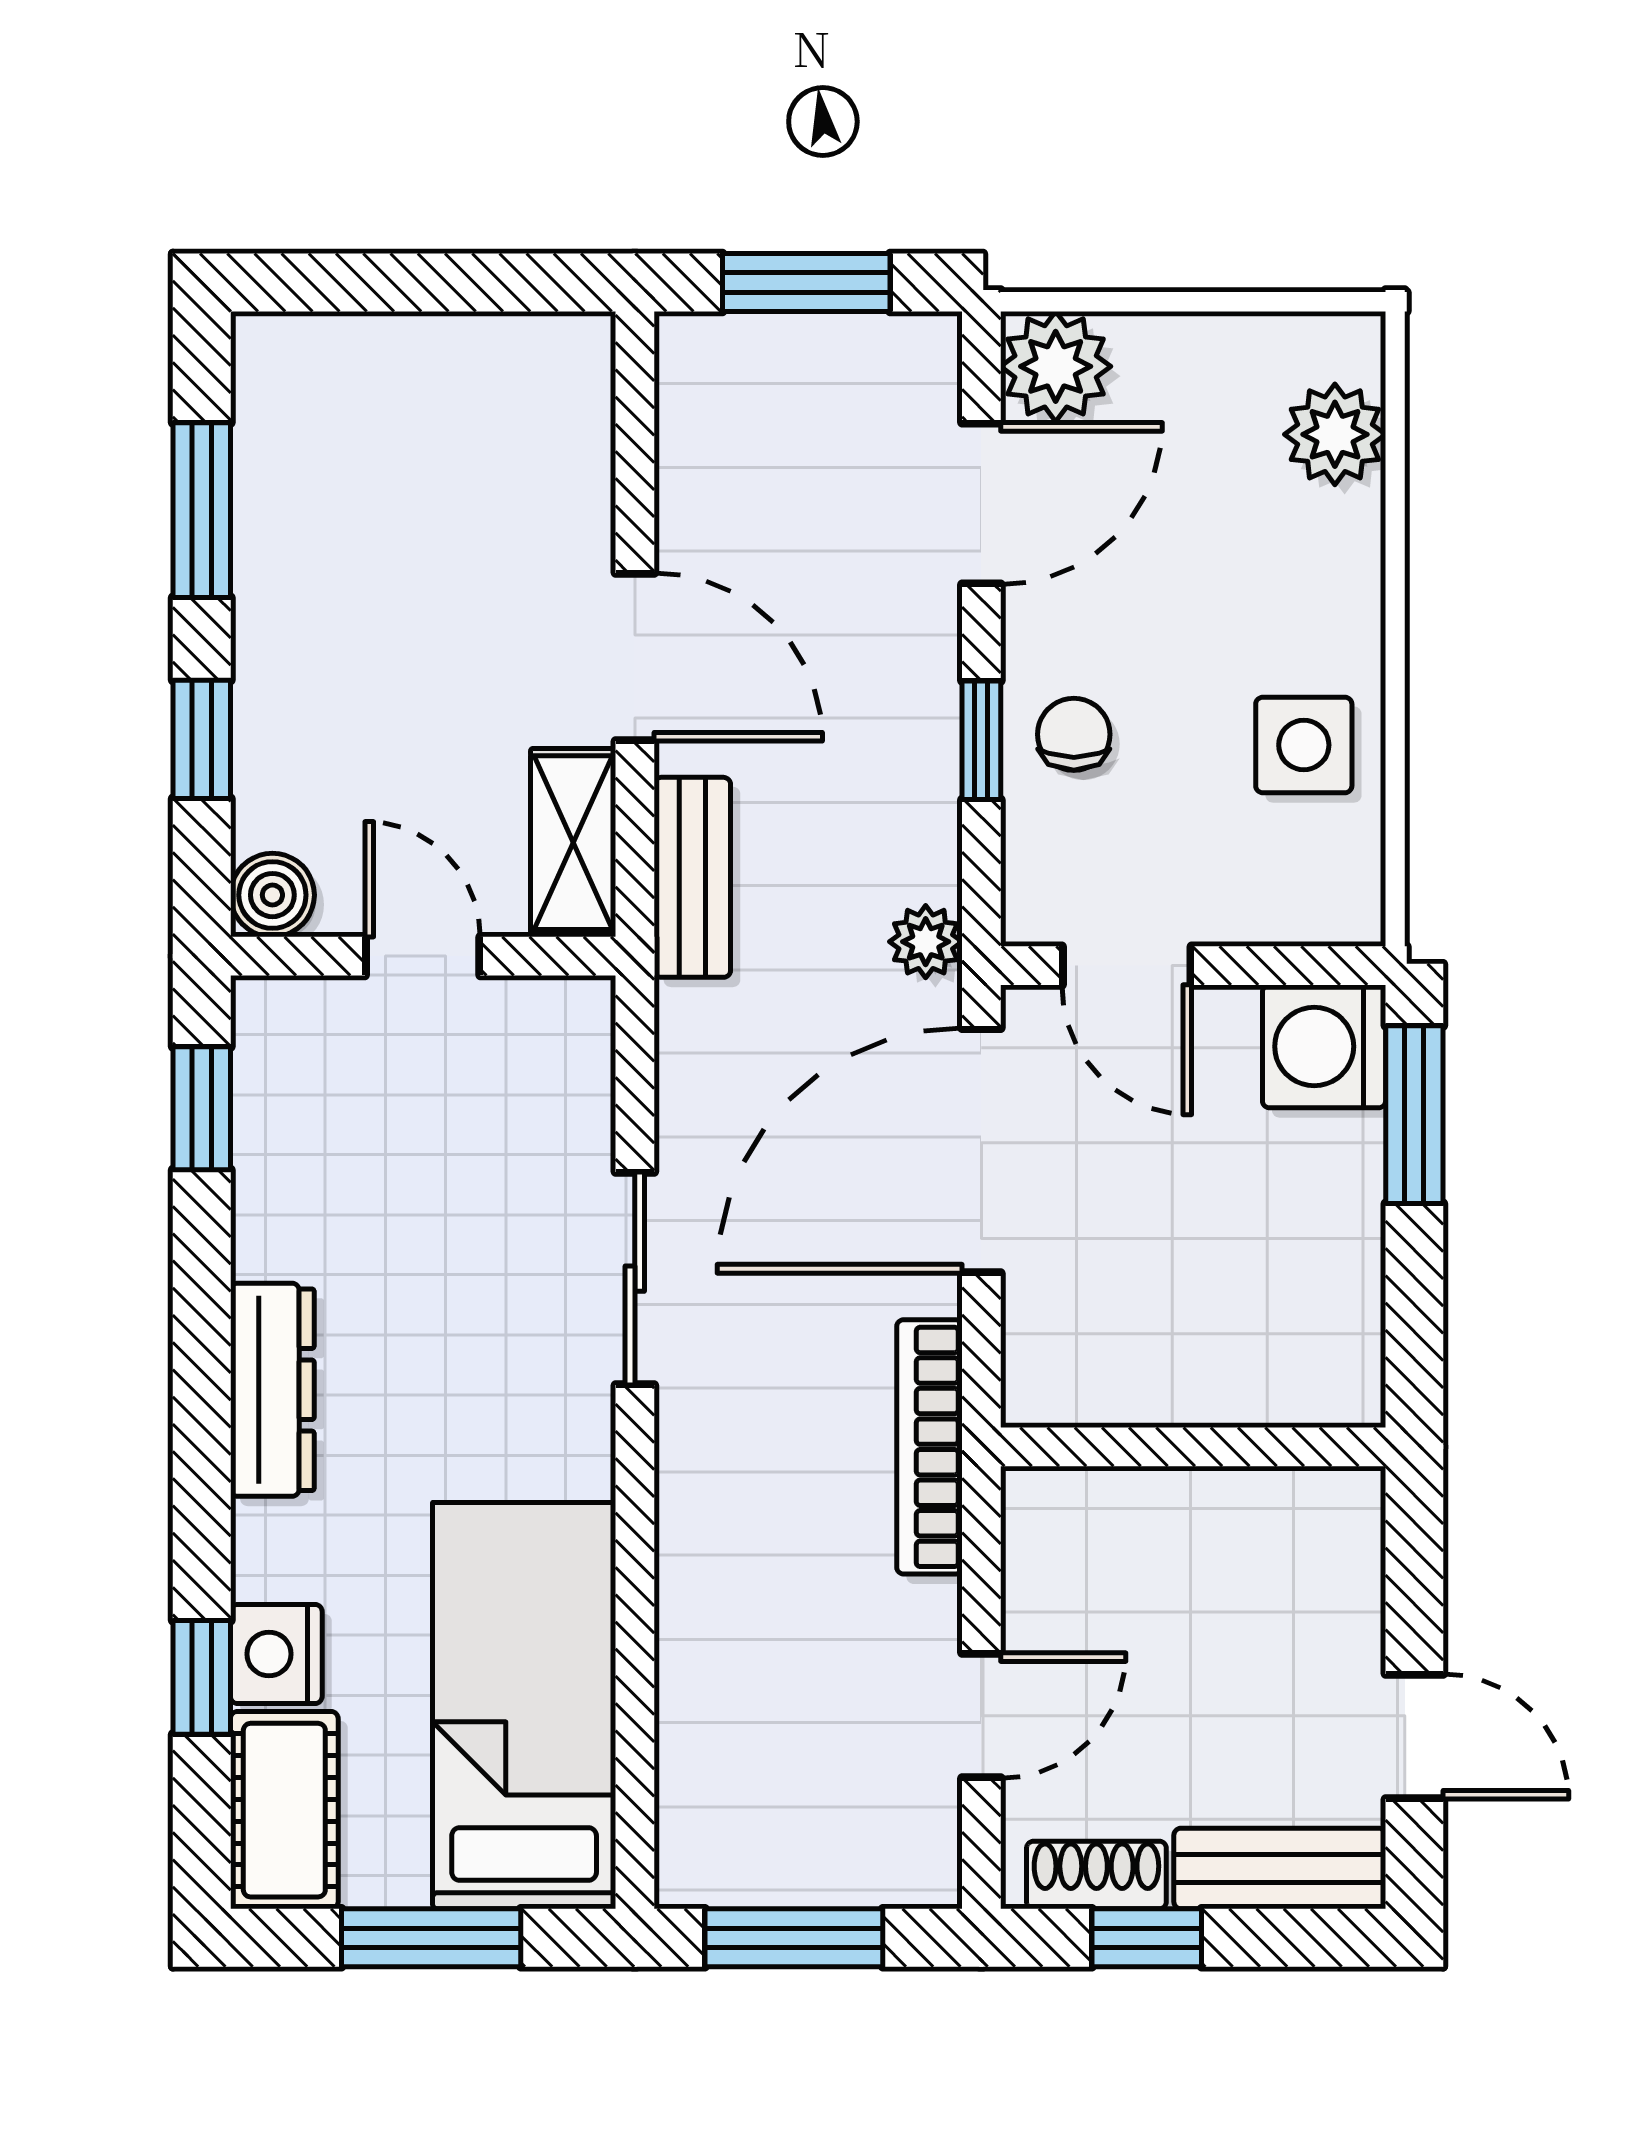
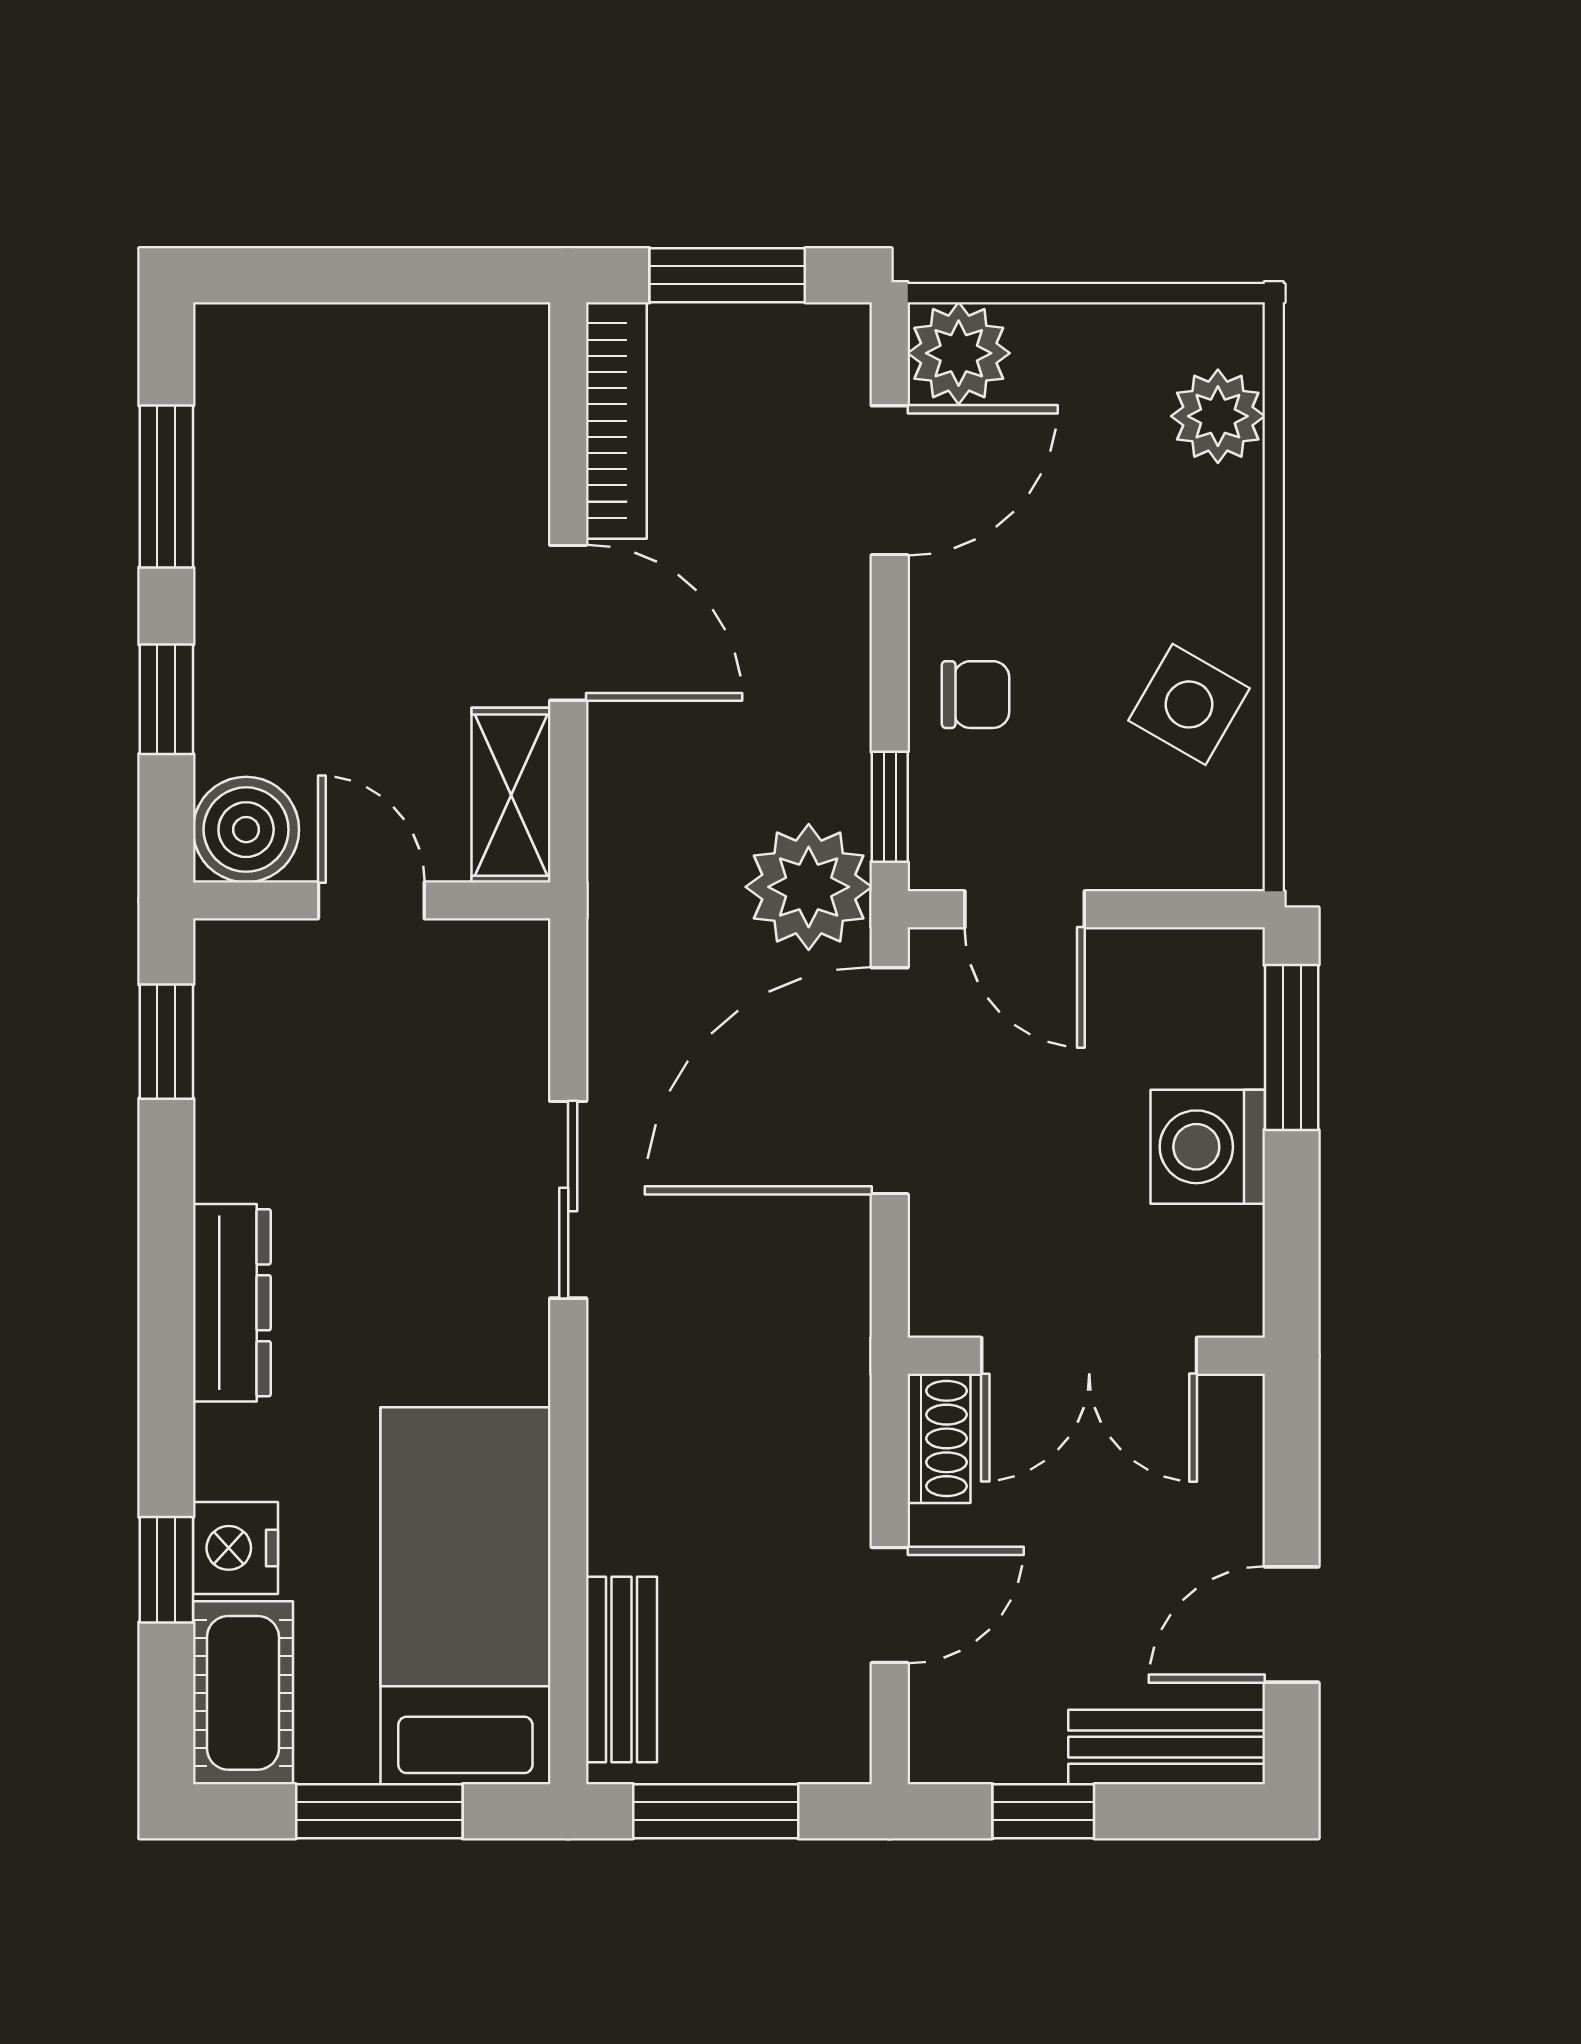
chair: (1074, 734) -> (976, 695), turned 90
window: (981, 740) -> (890, 807), moved
side table: (1304, 745) -> (1189, 704), turned 30
bench: (692, 877) -> (622, 1670), moved
boiler: (272, 895) -> (246, 830), width x1.36, depth x1.36
plant: (926, 942) -> (809, 887), width x1.88, depth x1.88
washing machine: (1324, 1046) -> (1208, 1147), moved
bookcase: (929, 1447) -> (616, 421), moved, turned 180
double door: (1196, 1447) -> (1089, 1356), added
door: (1414, 1737) -> (1292, 1625), swing flipped
shoe rack: (1096, 1875) -> (939, 1438), moved, turned 90

